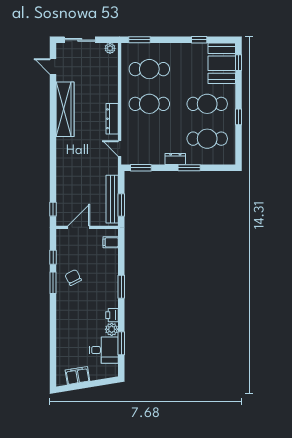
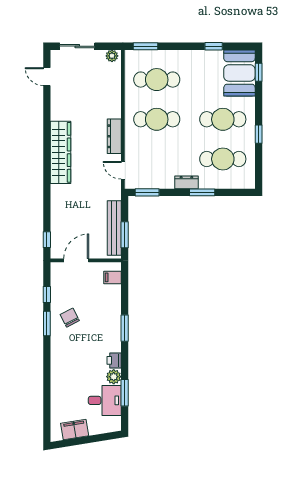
wardrobe: (65, 109) -> (61, 152), moved

